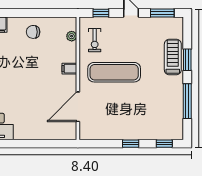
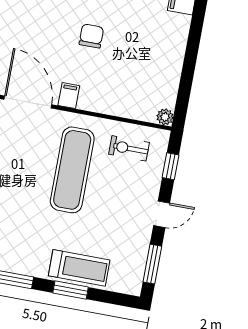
chair: (33, 32) -> (91, 36), moved
plant: (72, 36) -> (165, 117), moved
filing cabinet: (69, 69) -> (69, 96), moved

